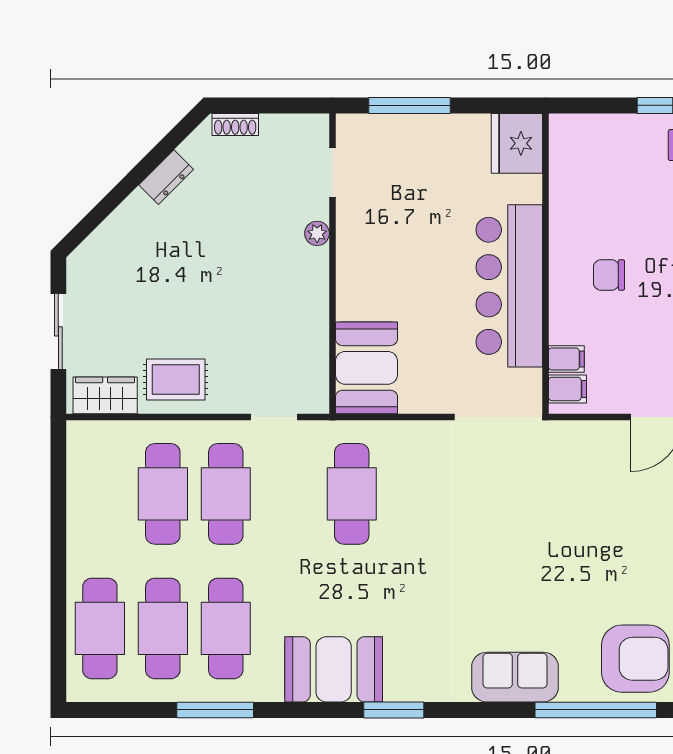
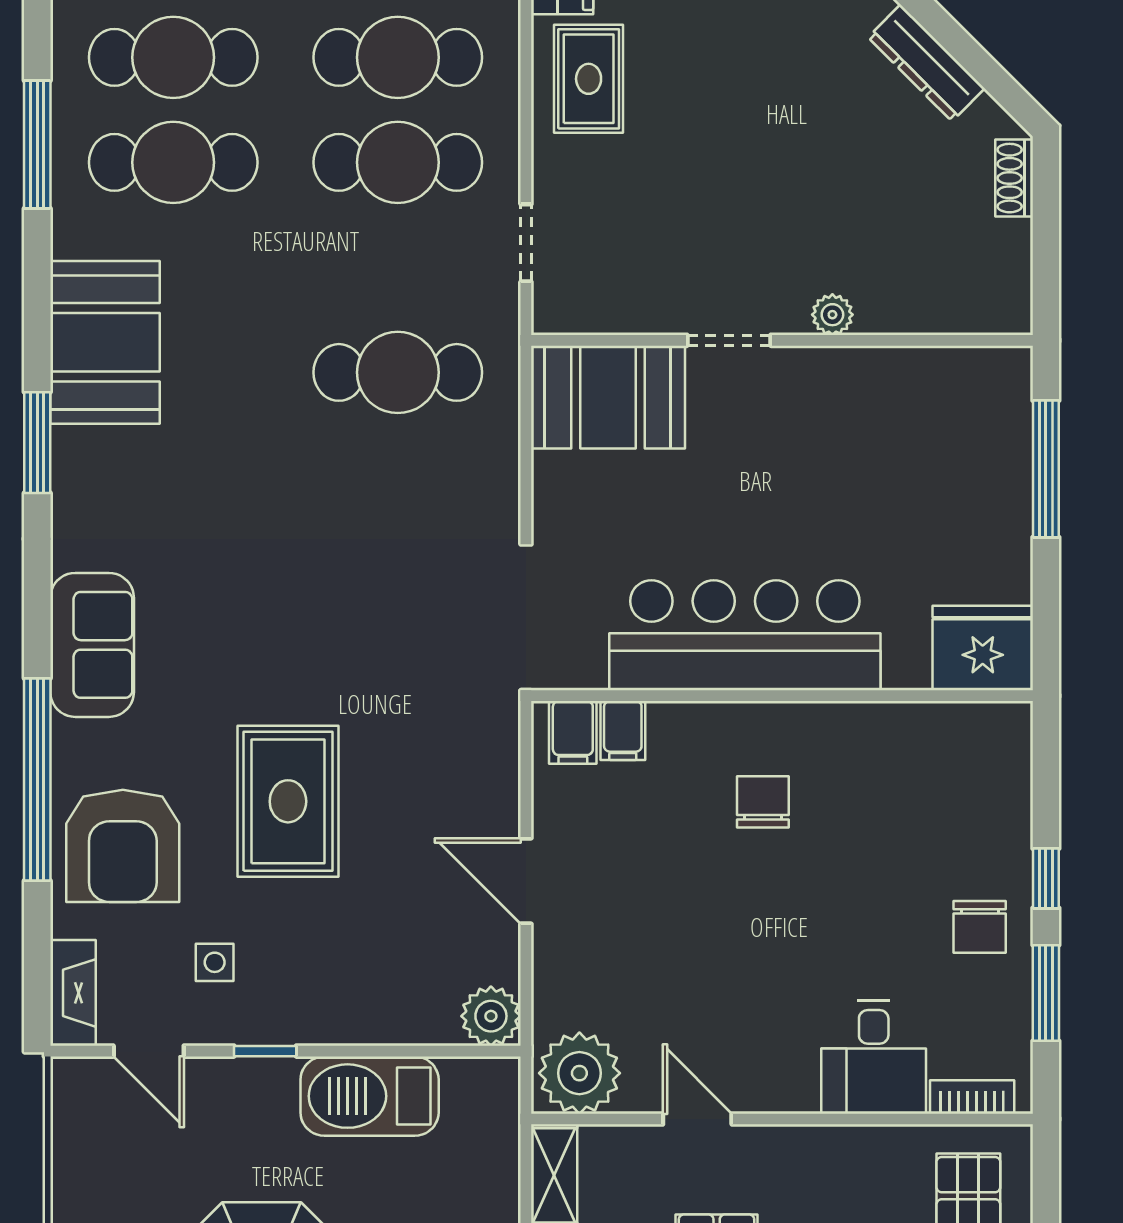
doorway: (332, 172) -> (729, 340), moved
dresser: (166, 177) -> (926, 63), width x1.44
rug: (609, 560) -> (288, 801), added

